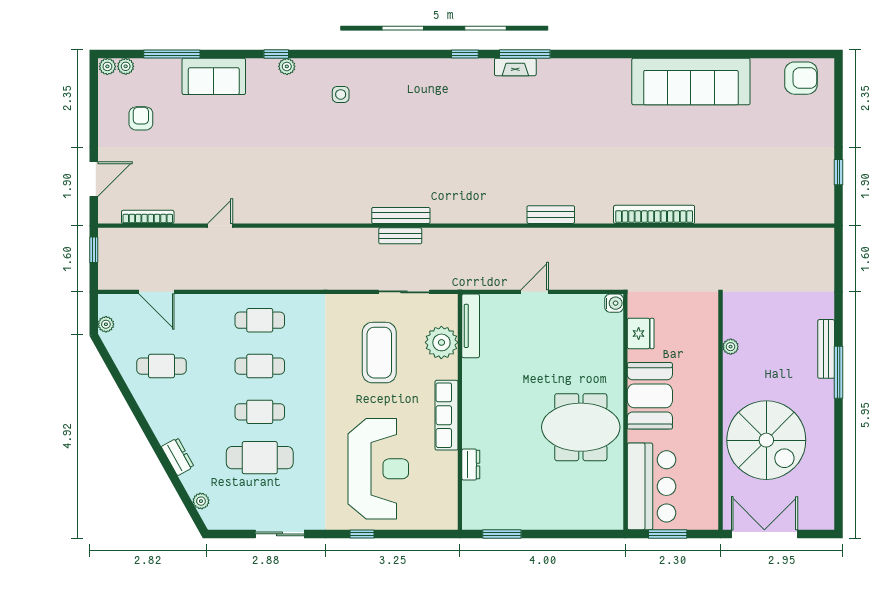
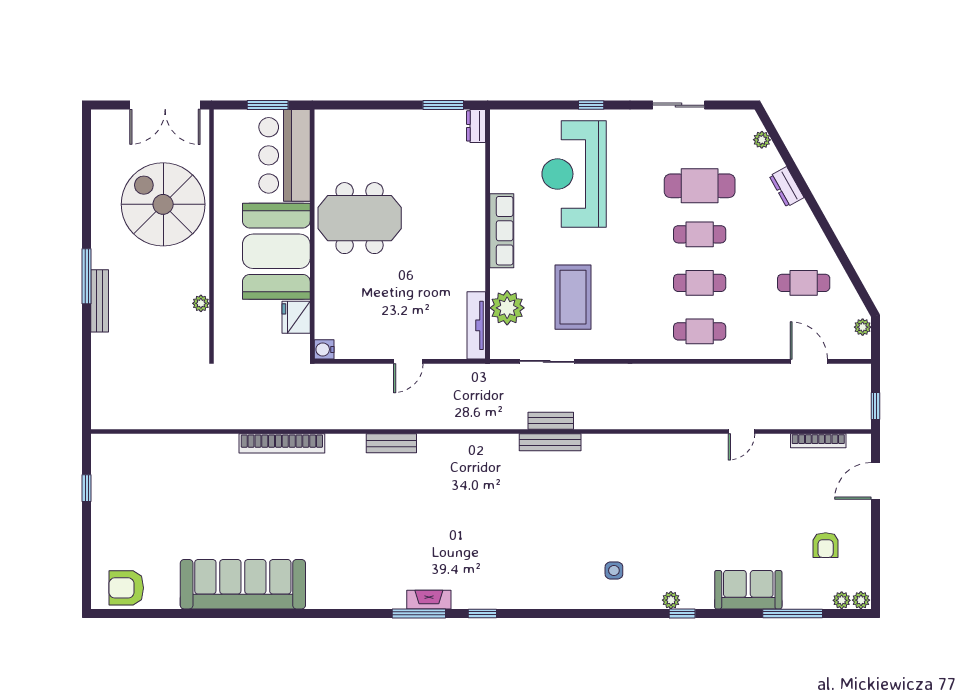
booth: (650, 396) -> (276, 251), width x1.36, depth x1.42
dresser: (471, 465) -> (476, 126), moved

